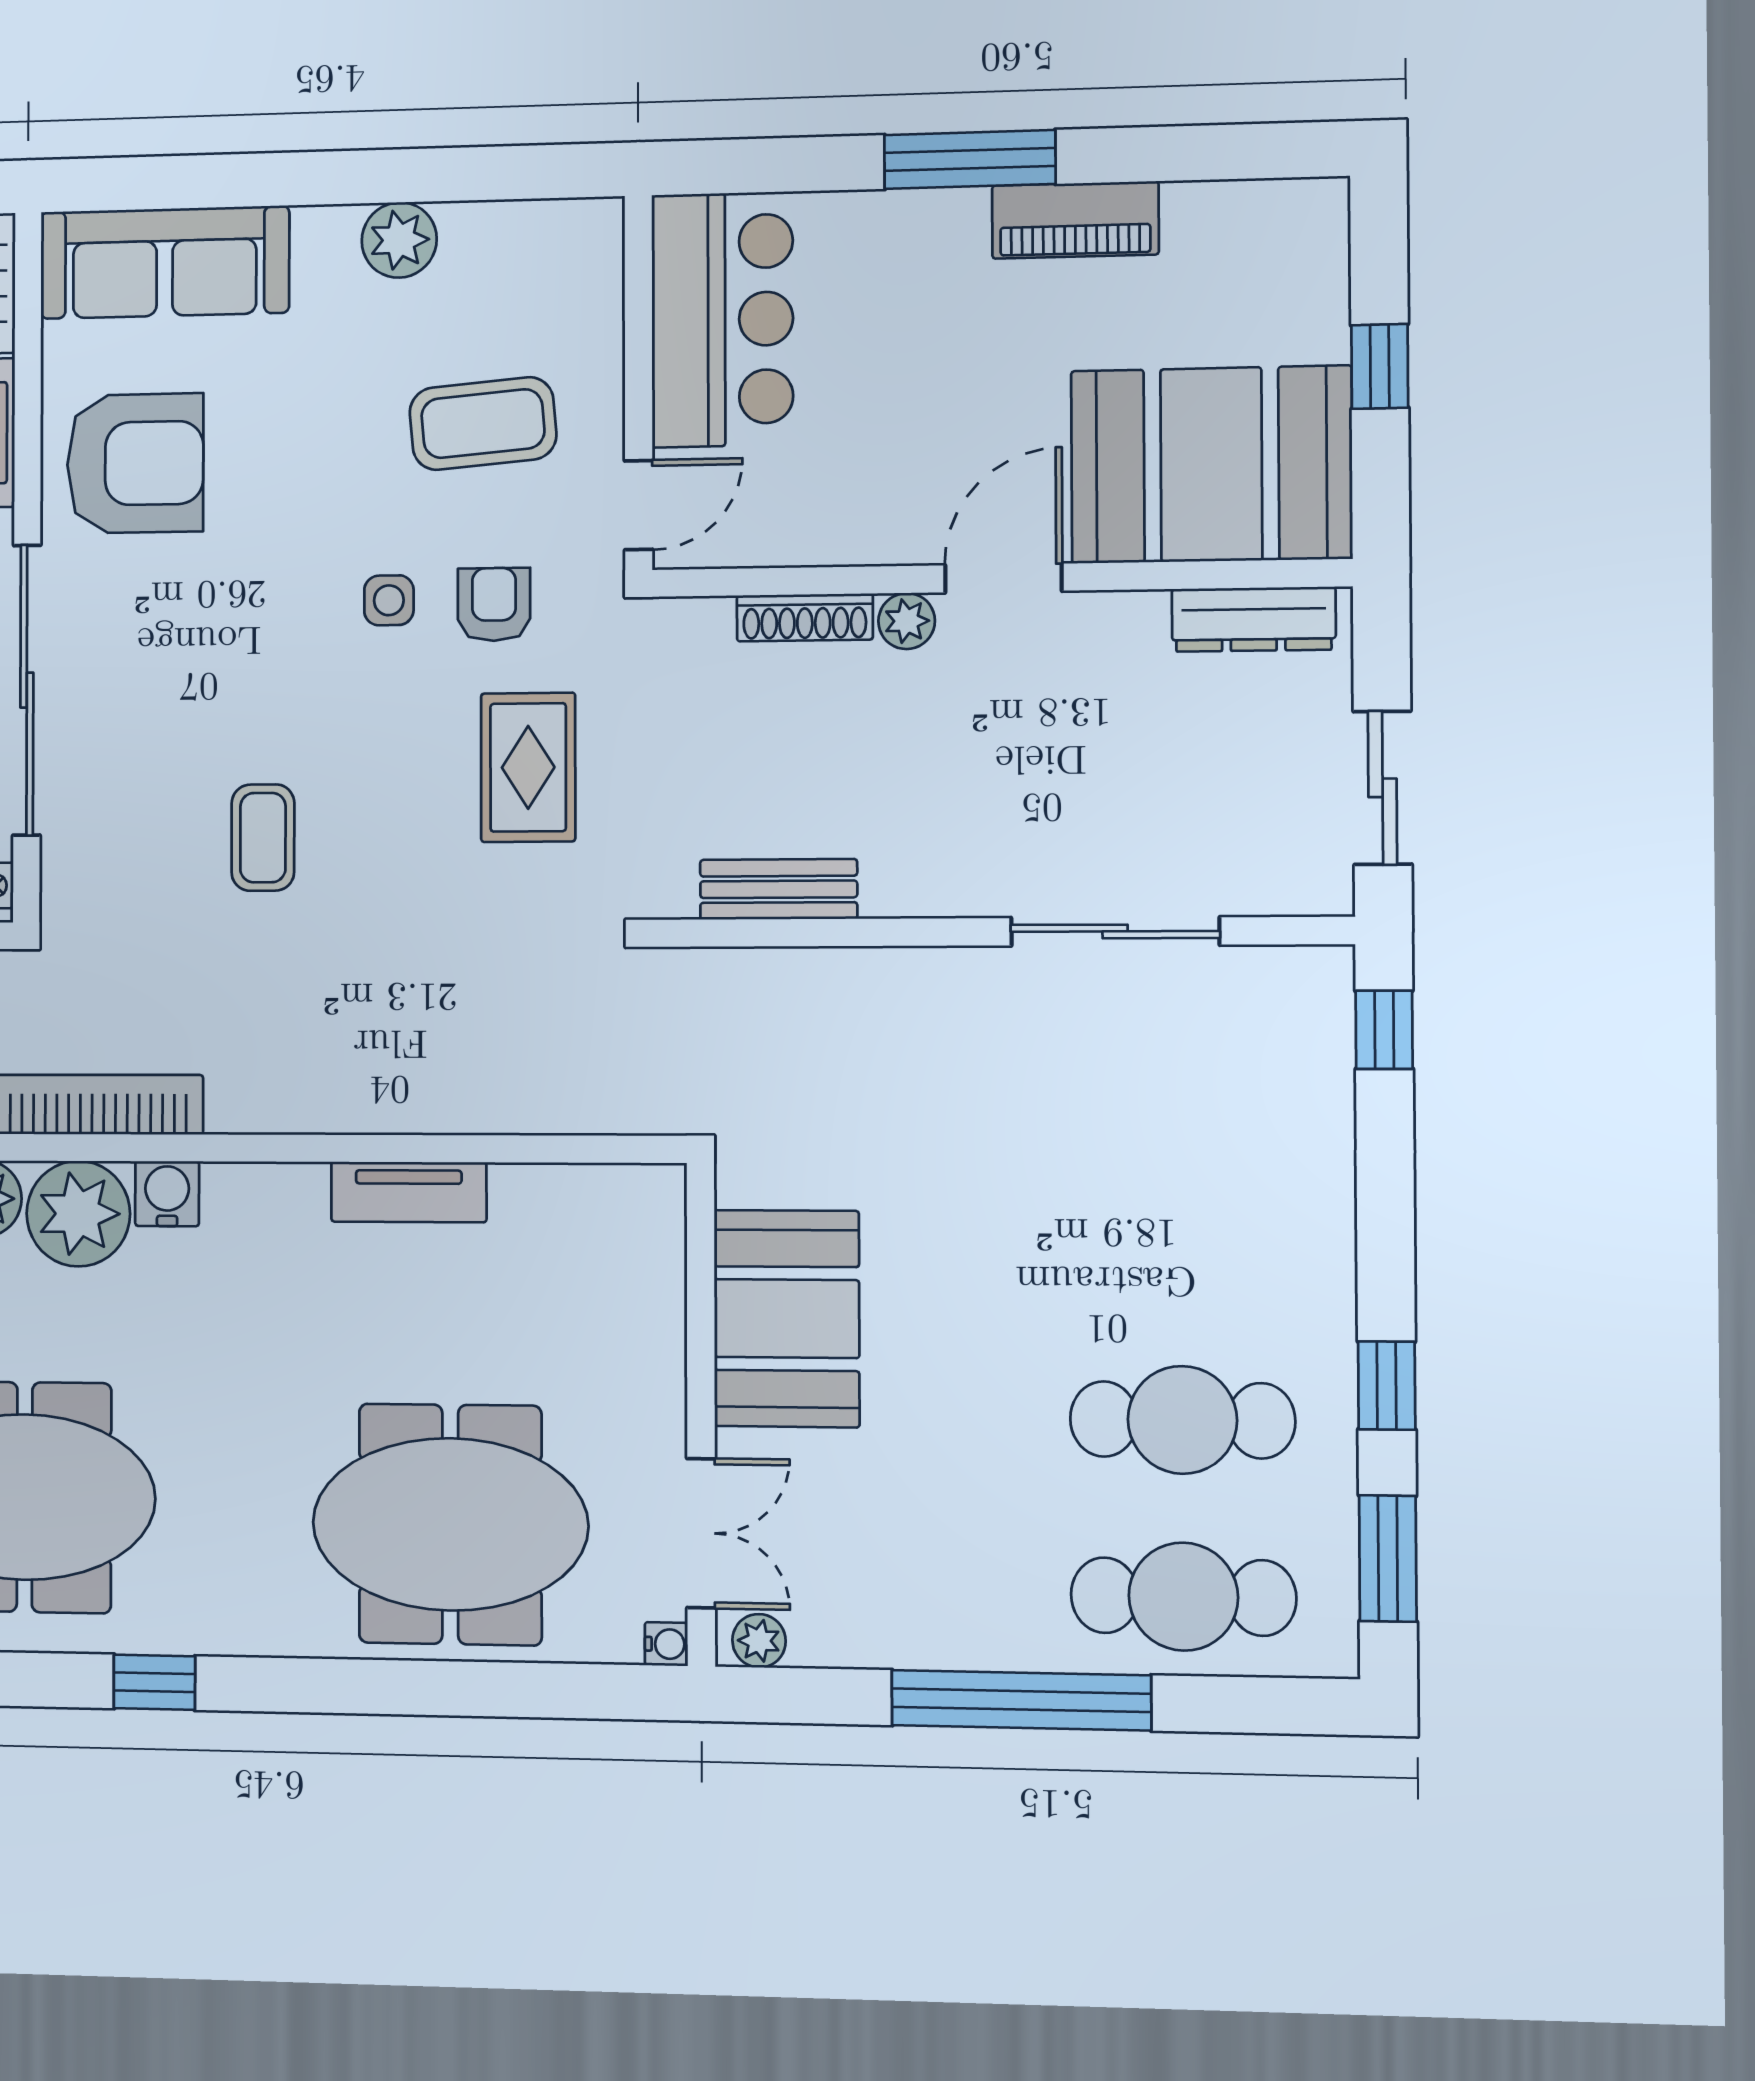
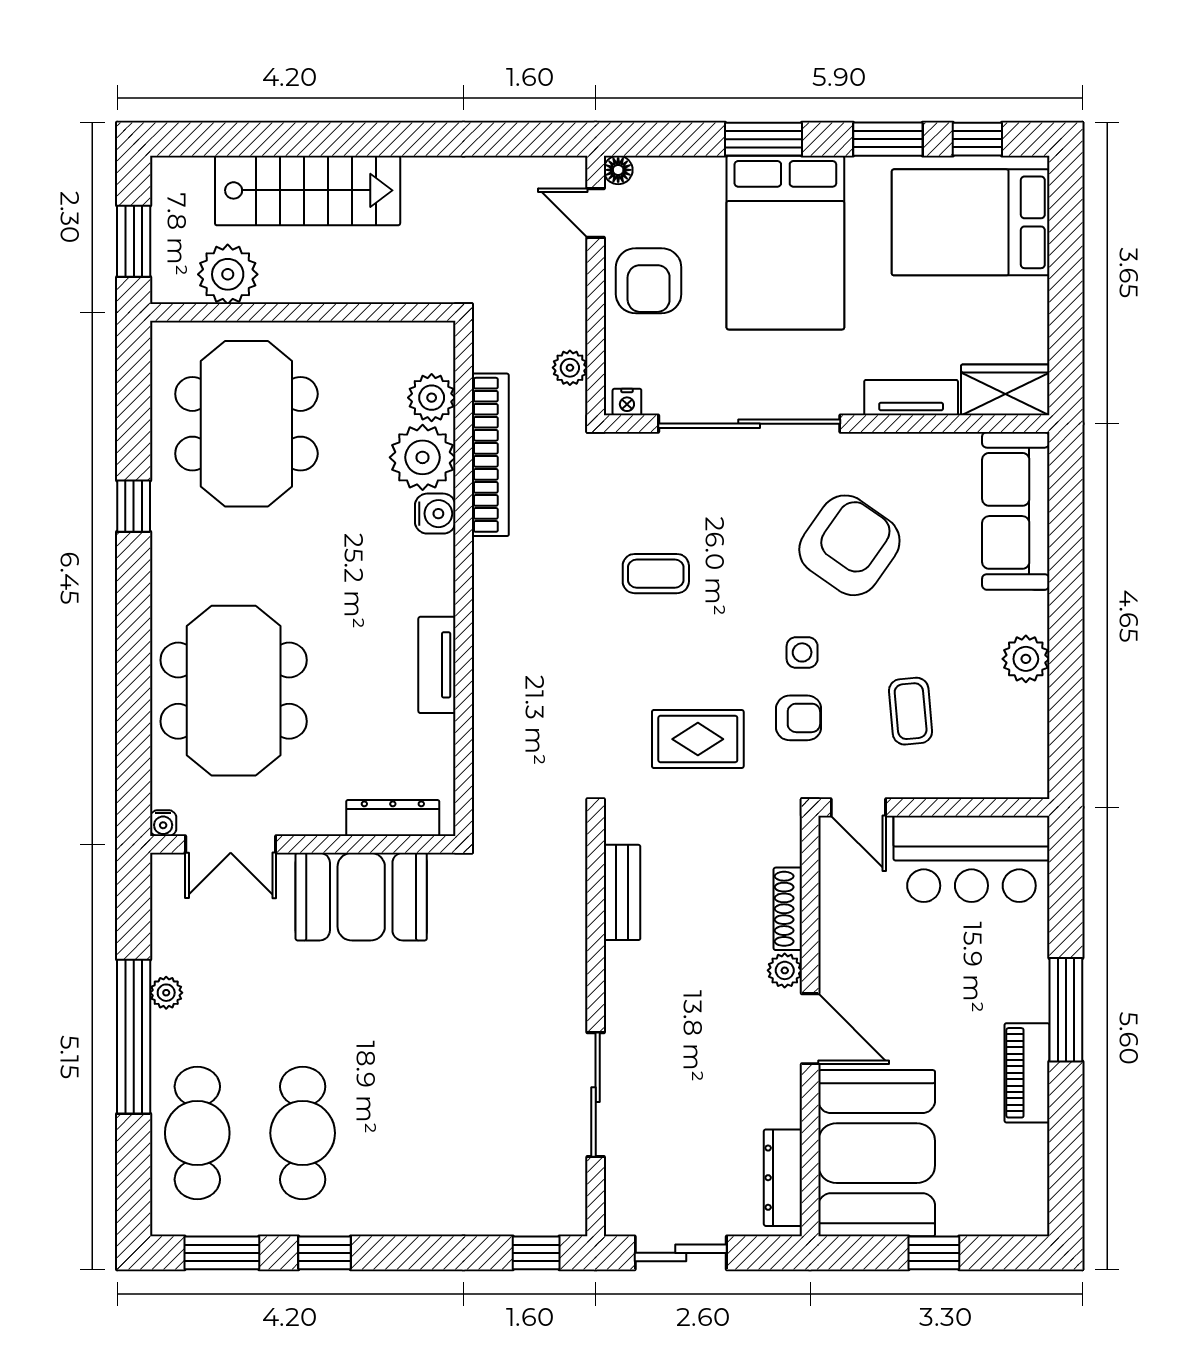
coffee table: (483, 424) -> (911, 711), width x0.73, depth x0.77
armchair: (135, 463) -> (849, 545), moved, turned -145
dresser: (657, 1266) -> (393, 818), added
plant: (759, 1641) -> (166, 993), moved

